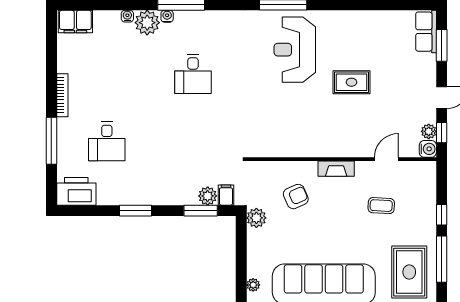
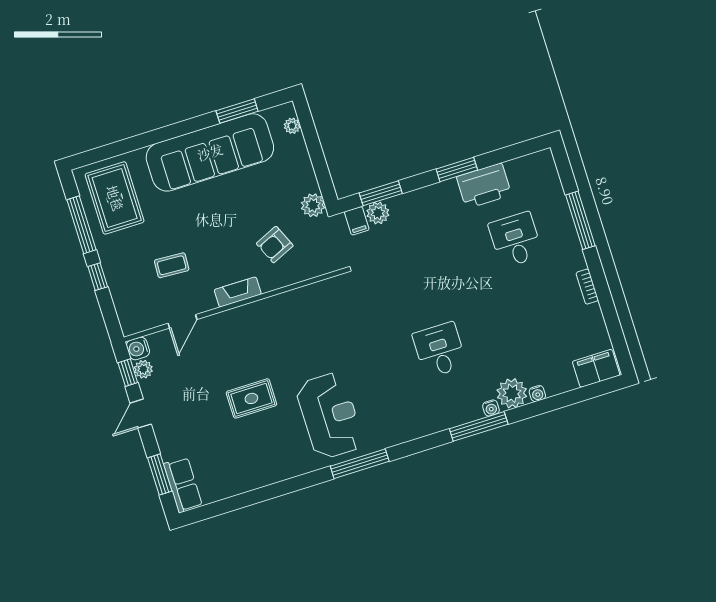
bookcase: (62, 95) -> (587, 287), width x0.64
printer: (76, 191) -> (484, 186), moved

